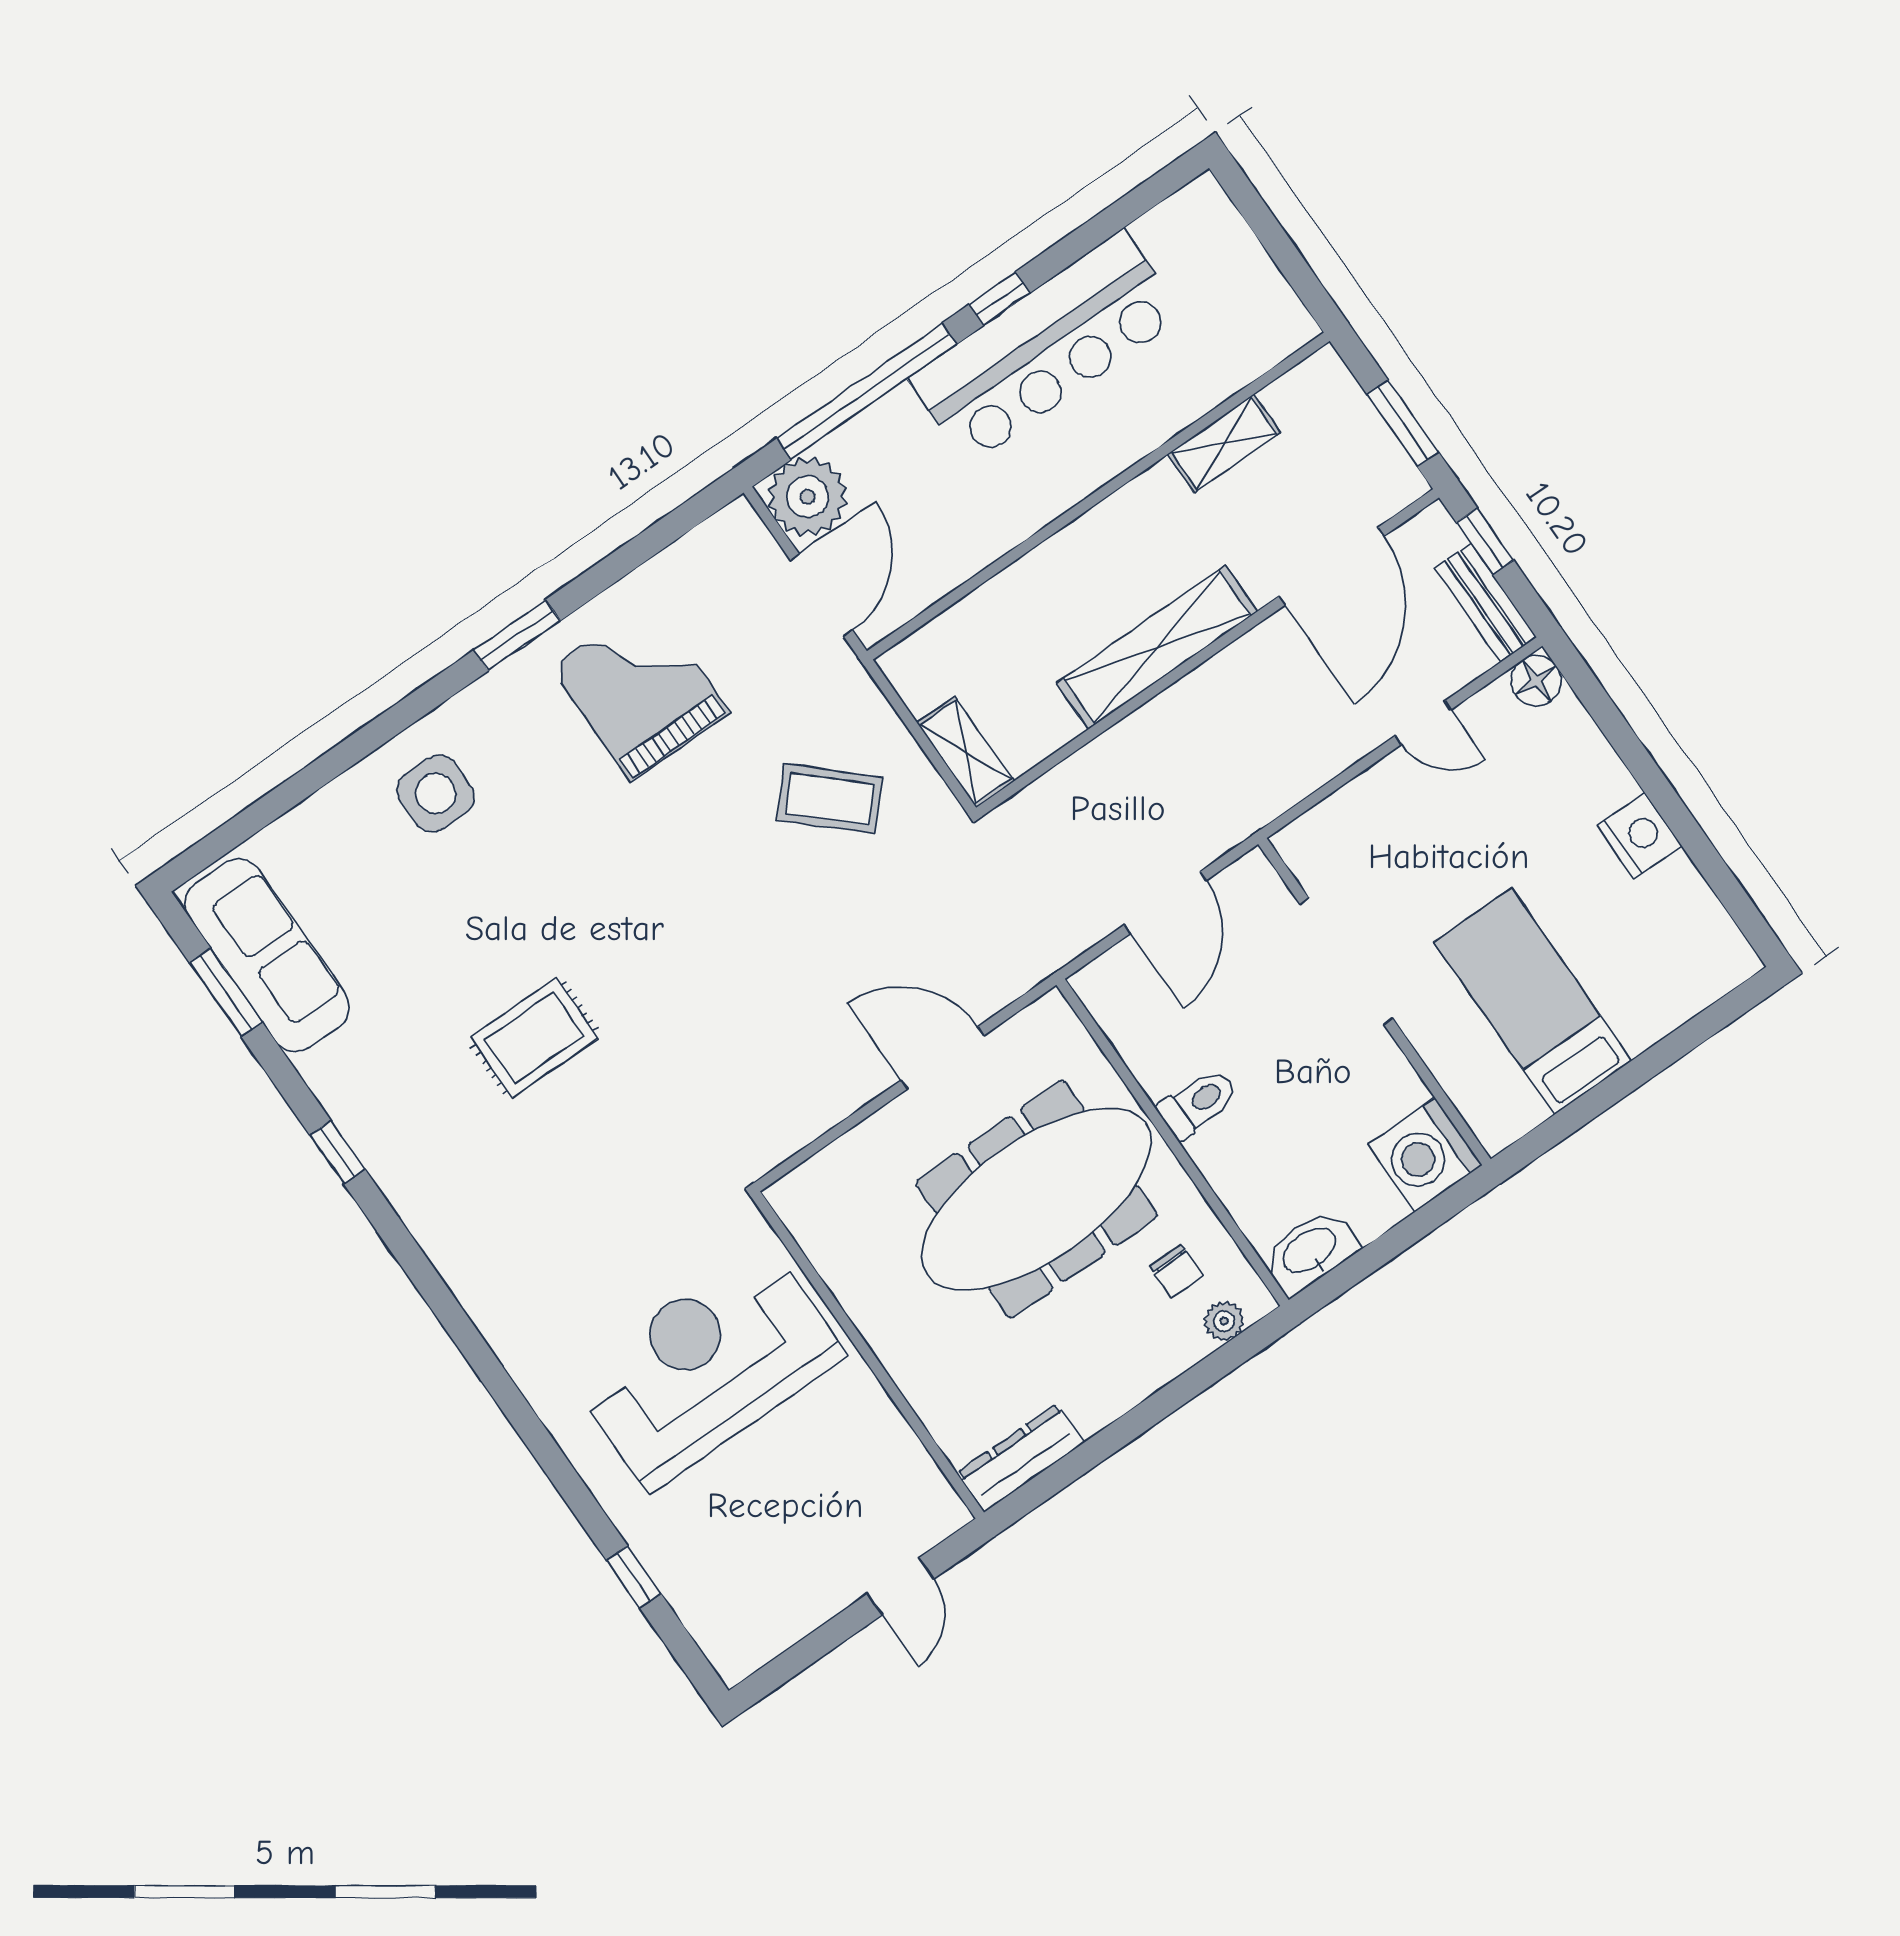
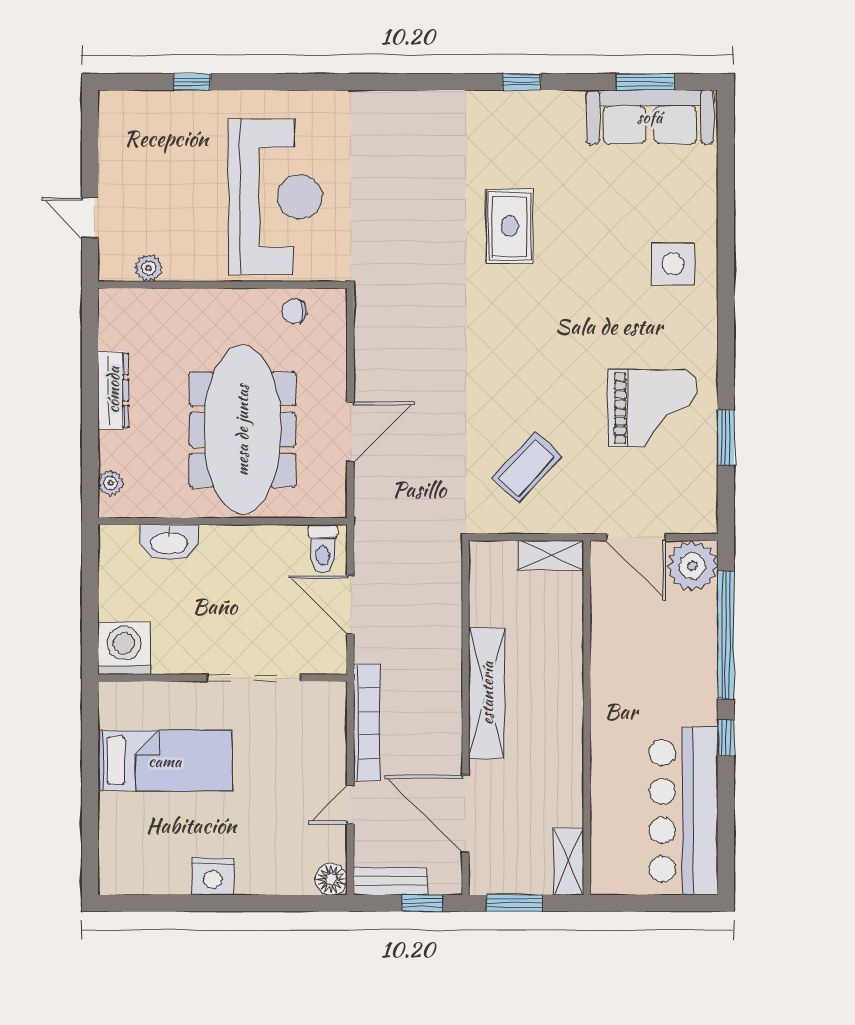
bar counter: (1046, 347) -> (684, 811), moved
shelving: (1224, 443) -> (569, 862), moved
window: (517, 635) -> (726, 438), moved
shelving: (965, 752) -> (551, 555), moved
bookcase: (1303, 775) -> (367, 723), added
toilet: (1198, 1103) -> (323, 549), moved
washbasin: (1310, 1251) -> (169, 542), moved, turned 90
chair: (1176, 1271) -> (294, 311), moved
dresser: (1021, 1458) -> (113, 390), moved
plant: (913, 1465) -> (149, 268), added

